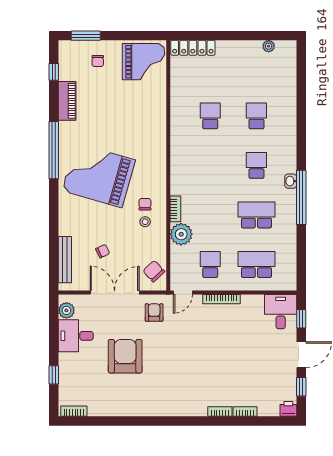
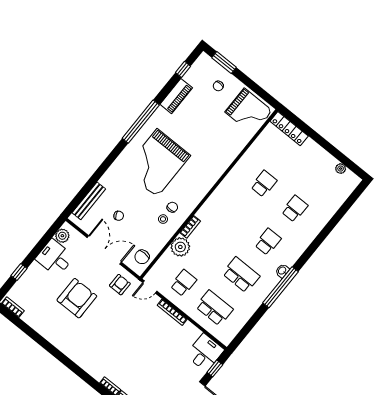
grand piano: (99, 175) -> (157, 163), turned -106
chair: (154, 271) -> (142, 257), turned -137

